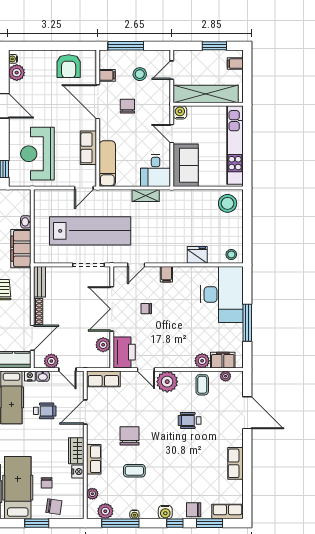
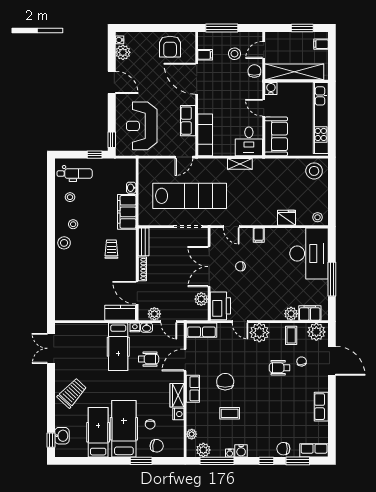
chair: (127, 106) -> (254, 71), moved
door: (136, 265) -> (231, 227), hinge flipped
door: (32, 338) -> (137, 293), swing flipped
plant: (226, 376) -> (316, 332), width x1.88, depth x1.88
chair: (214, 414) -> (302, 361), added
row of seats: (94, 459) -> (193, 389), moved
water cooler: (165, 512) -> (241, 451), moved

